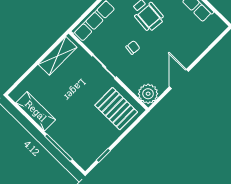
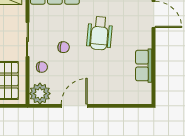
chair: (132, 75) -> (42, 67), added

